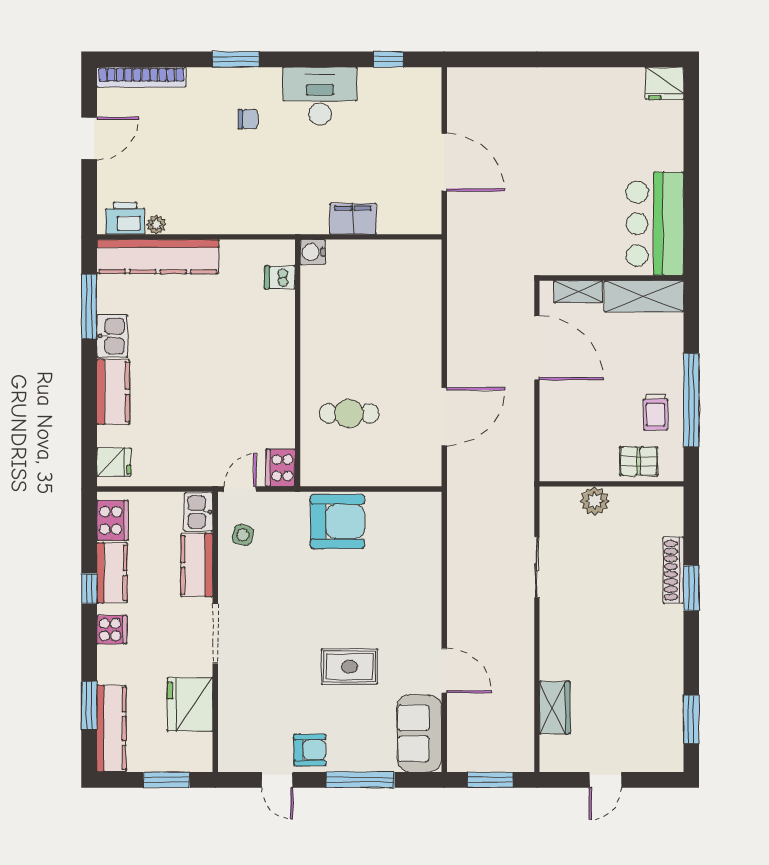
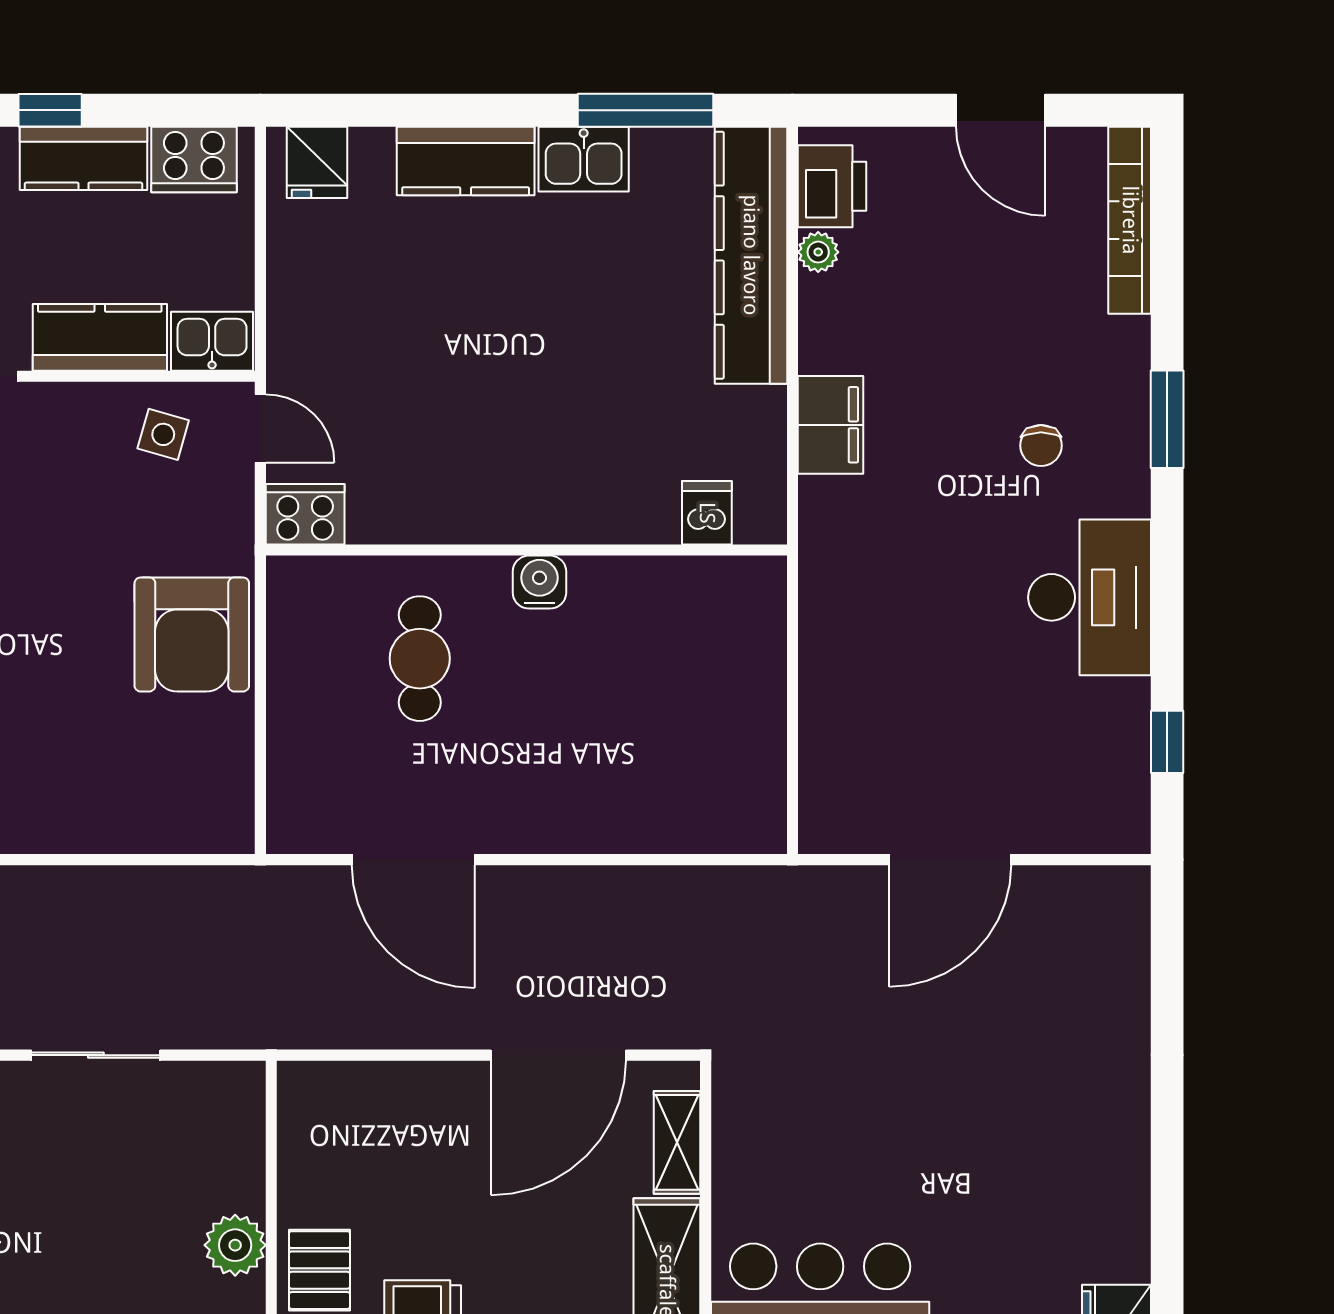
filing cabinet: (353, 219) -> (831, 425), moved
water cooler: (313, 252) -> (539, 582), moved
plant: (595, 501) -> (235, 1245), moved

